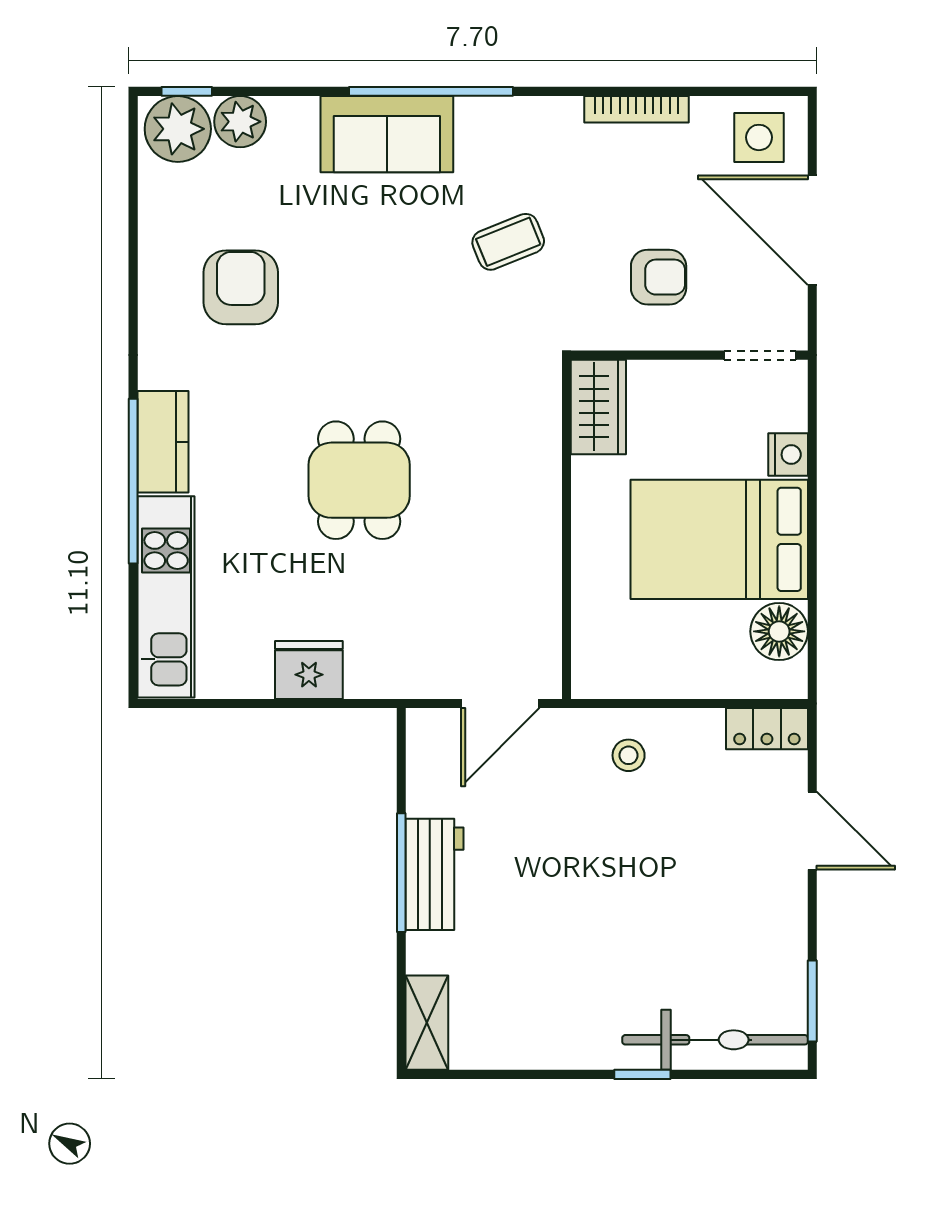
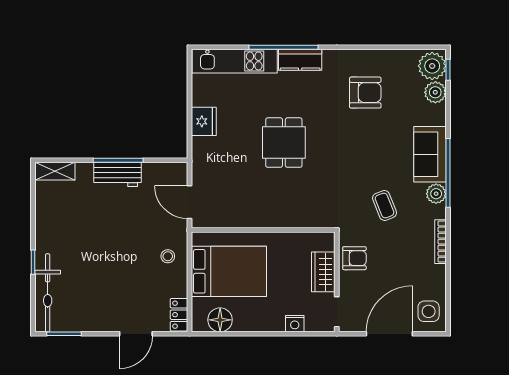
bookcase: (636, 109) -> (440, 242), moved
plant: (480, 120) -> (436, 194), added
armchair: (659, 277) -> (354, 258), moved, turned -90
wardrobe: (598, 407) -> (323, 272), moved, turned 90
dining table: (359, 480) -> (284, 143), turned 90
bed: (719, 539) -> (229, 271), moved, turned 90

